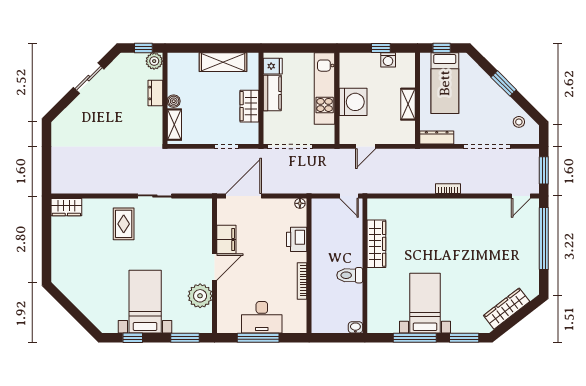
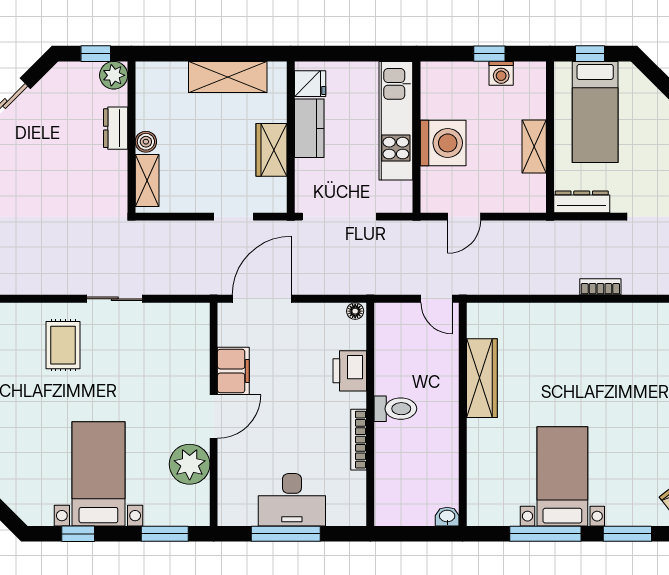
toilet: (350, 275) -> (395, 409), moved, turned 180

